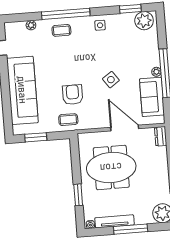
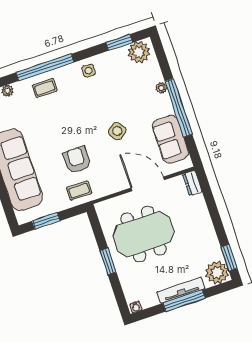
plant: (156, 72) -> (161, 88), moved
window: (78, 195) -> (108, 262), moved
tv unit: (115, 221) -> (181, 290), moved

